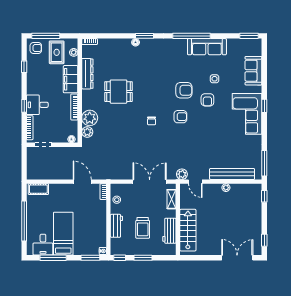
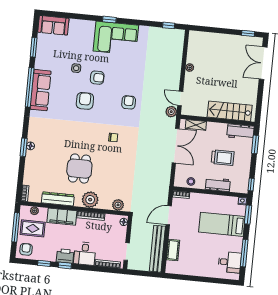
window: (46, 36) -> (16, 227), moved
window: (144, 36) -> (24, 147), moved
window: (249, 36) -> (34, 47), moved
sofa: (207, 47) -> (41, 90), moved
sofa: (253, 71) -> (53, 25), moved
printer: (33, 86) -> (65, 256), added
window: (24, 106) -> (65, 265), moved
armchair: (180, 117) -> (129, 102), moved
plant: (90, 118) -> (90, 200), moved
window: (264, 163) -> (169, 25), width x0.46
bench: (232, 174) -> (157, 249), moved
double door: (150, 182) -> (176, 146), swing flipped
door: (195, 182) -> (180, 99), swing flipped
cot: (38, 189) -> (173, 250), moved
window: (264, 196) -> (203, 29), removed
window: (24, 221) -> (203, 279), removed
workbench: (169, 231) -> (240, 132), moved
bed: (63, 234) -> (222, 224), moved
window: (143, 258) -> (255, 144), moved

